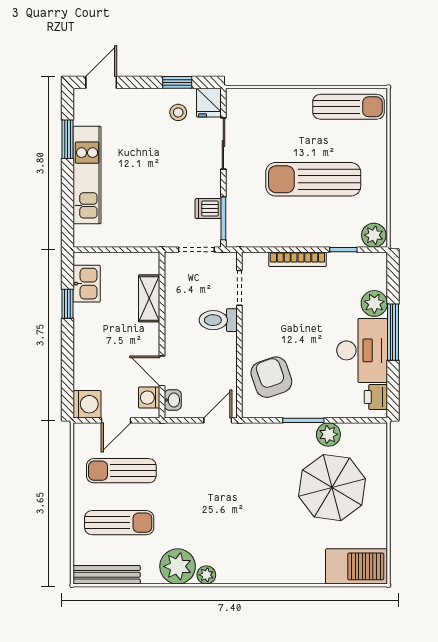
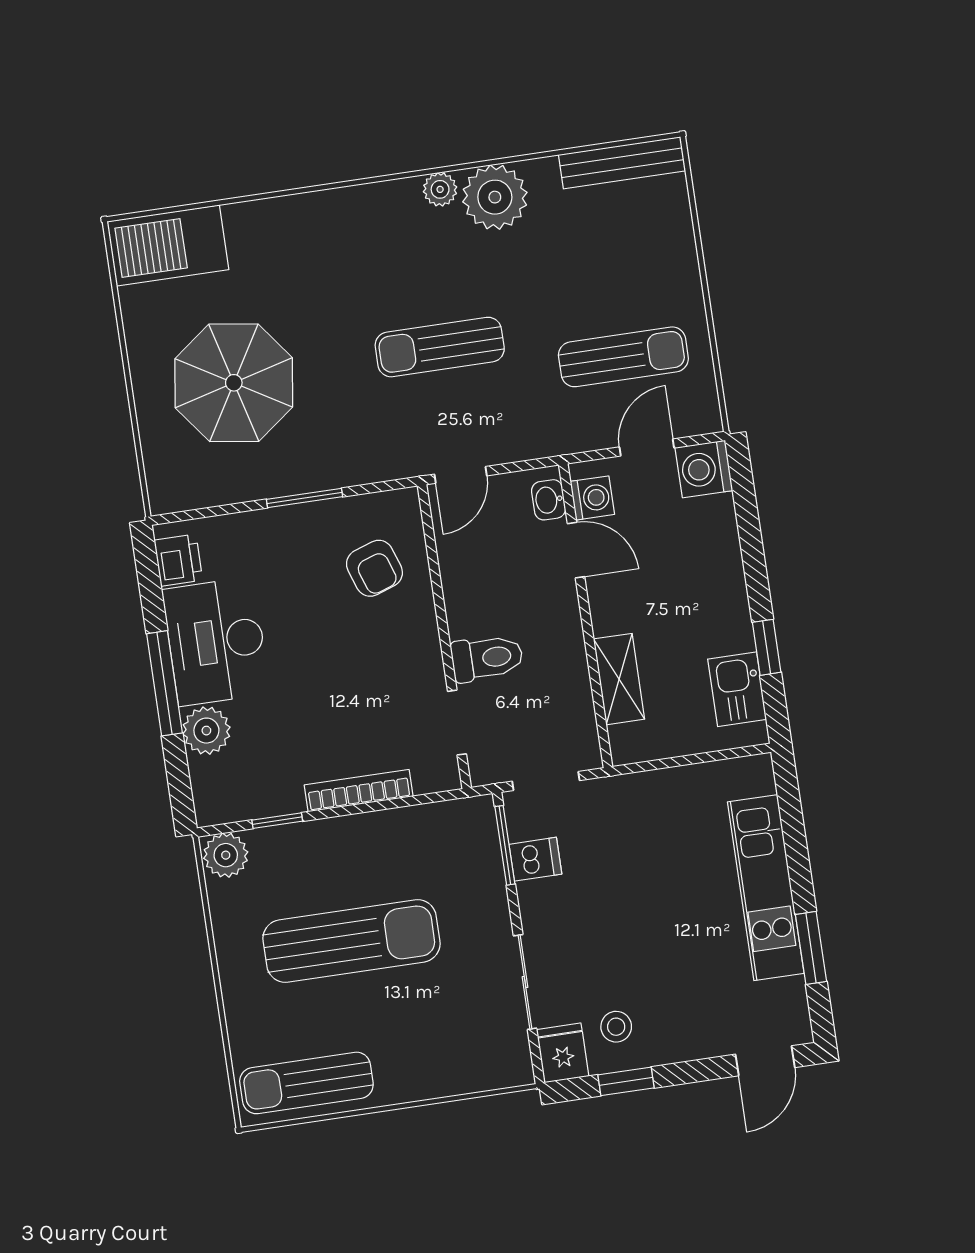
armchair: (271, 377) -> (374, 568), width x0.72, depth x0.72
plant: (328, 434) -> (255, 479), removed
sun lounger: (119, 523) -> (440, 347), moved

